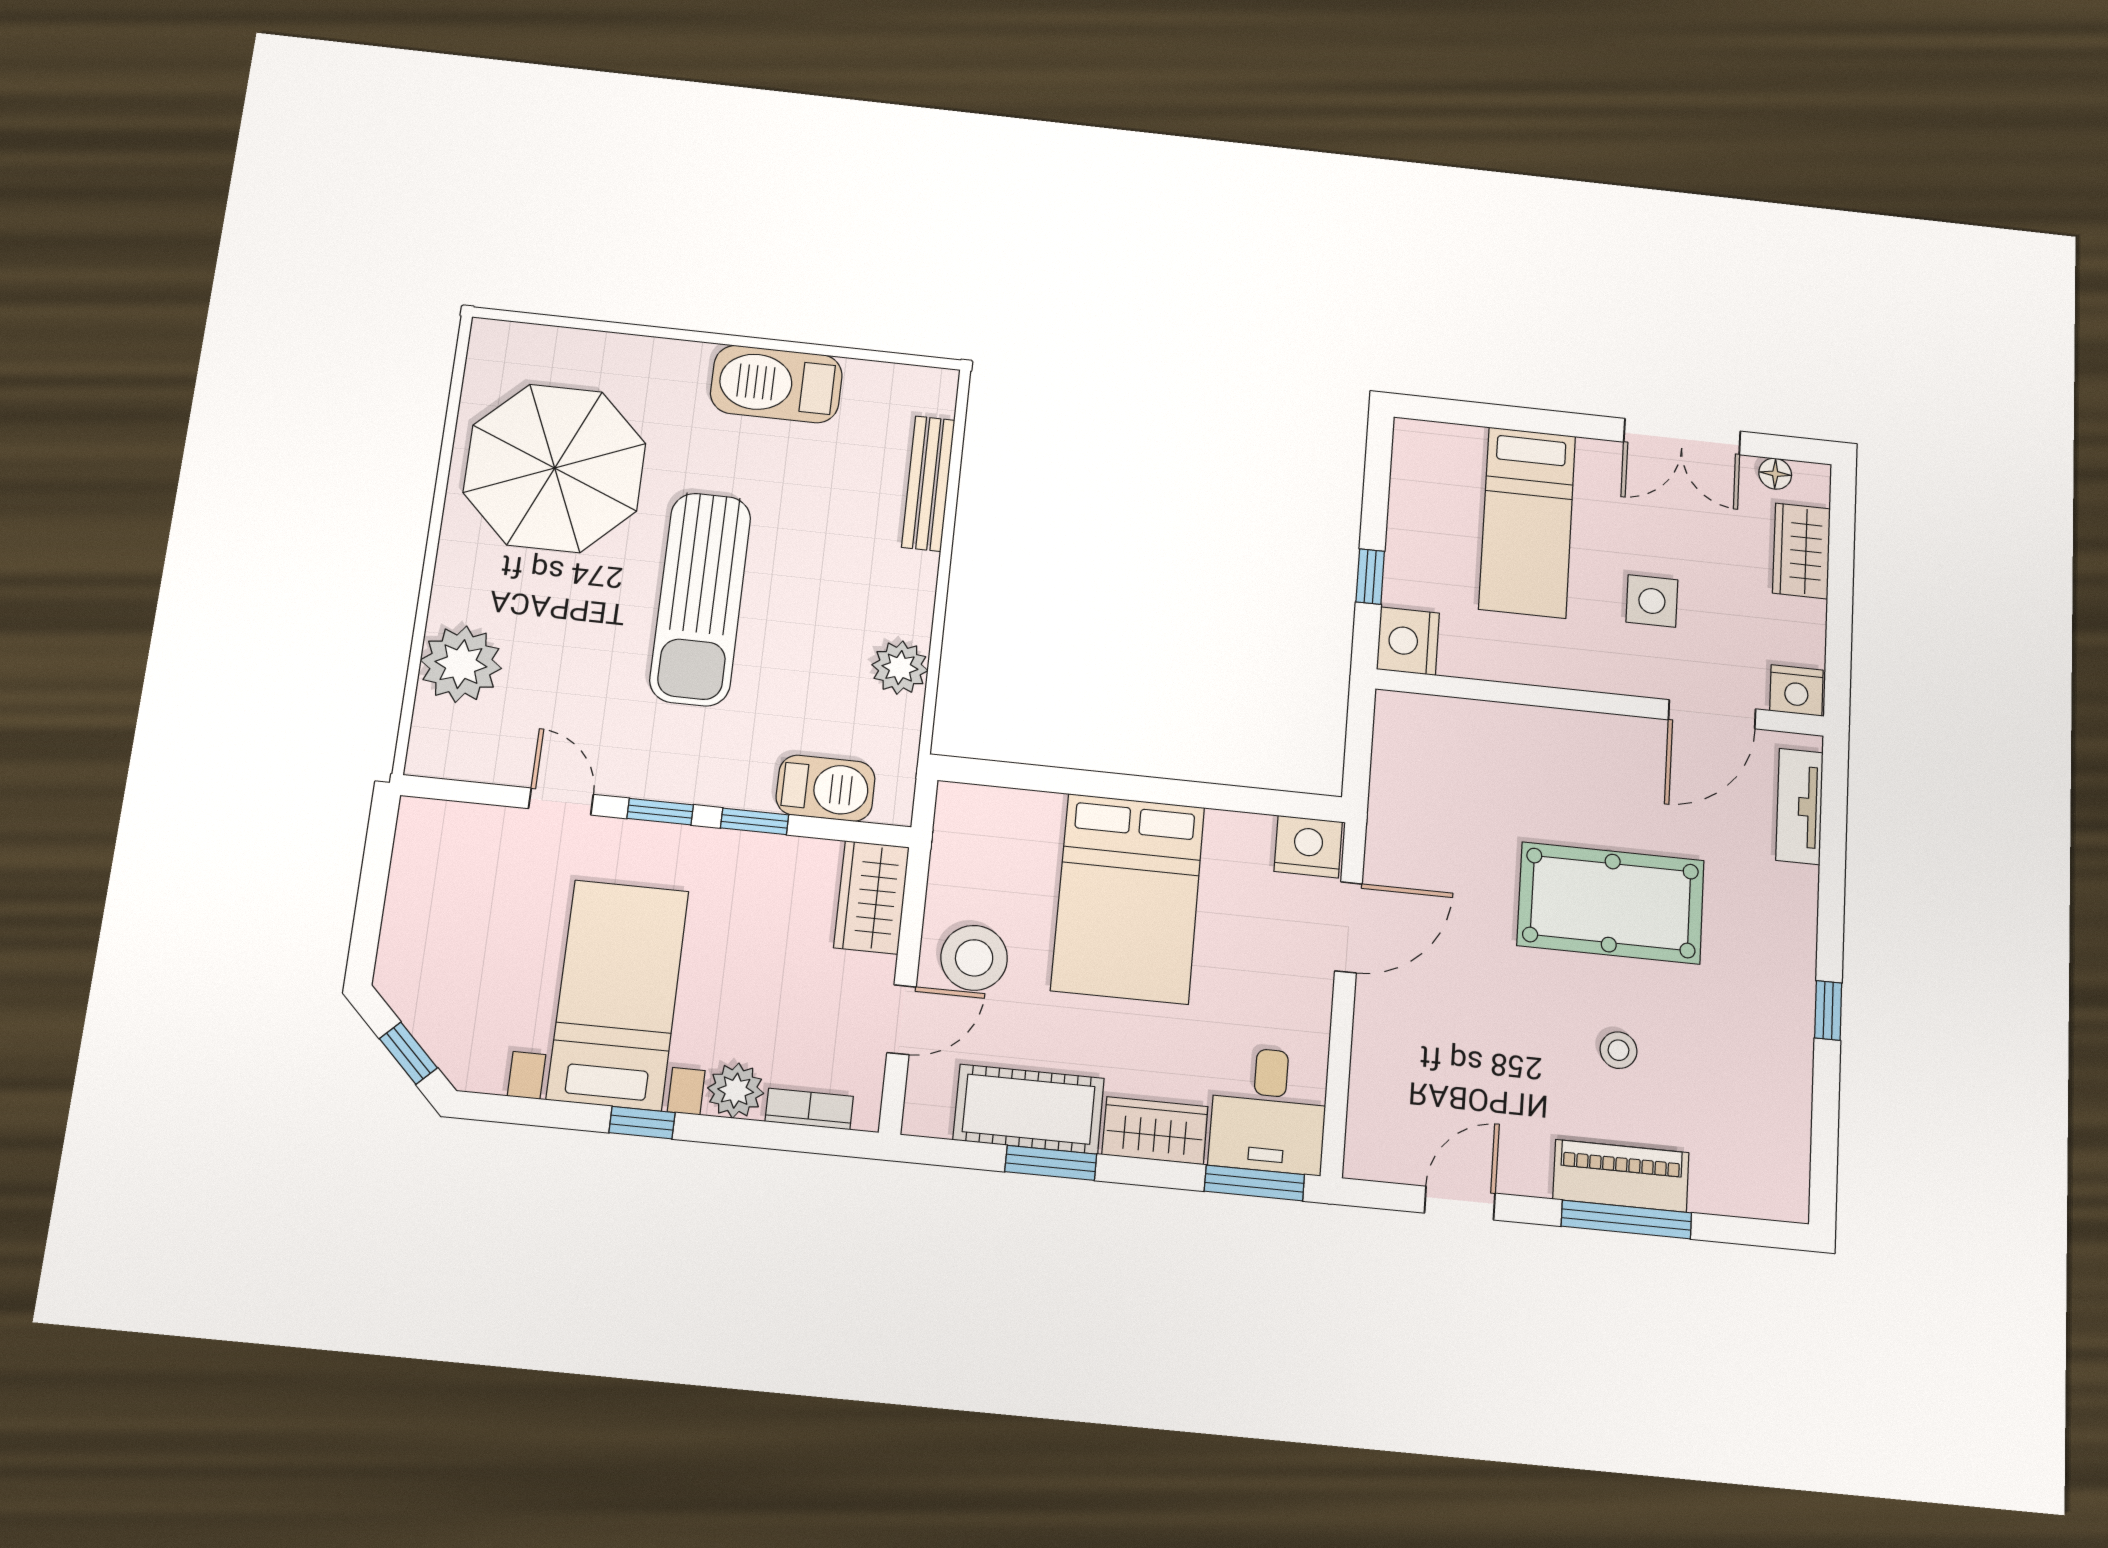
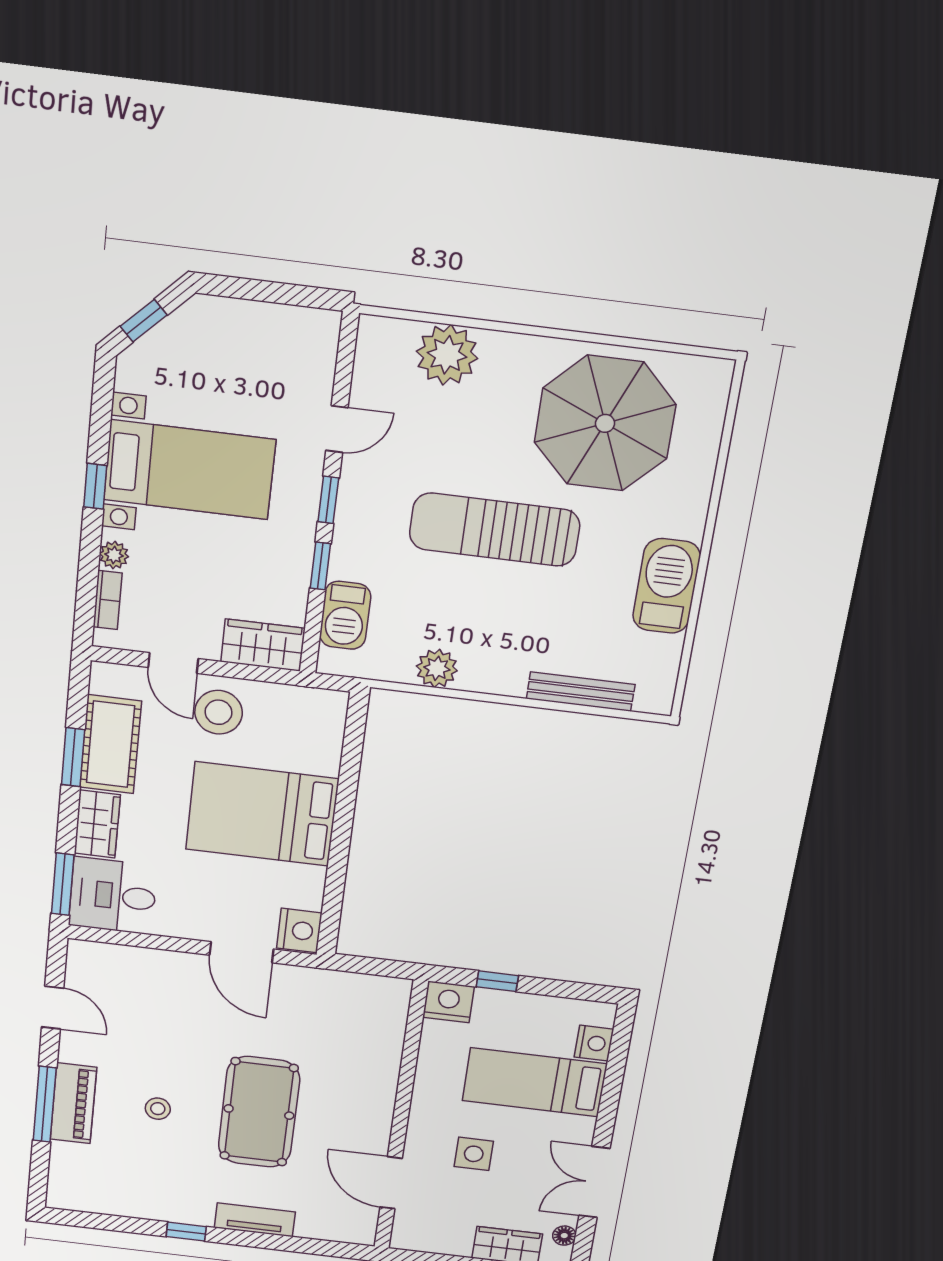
nightstand: (1796, 690) -> (594, 1043), moved, turned 180
tv unit: (1799, 806) -> (255, 1220), moved
plant: (736, 1091) -> (114, 555), width x0.73, depth x0.73

